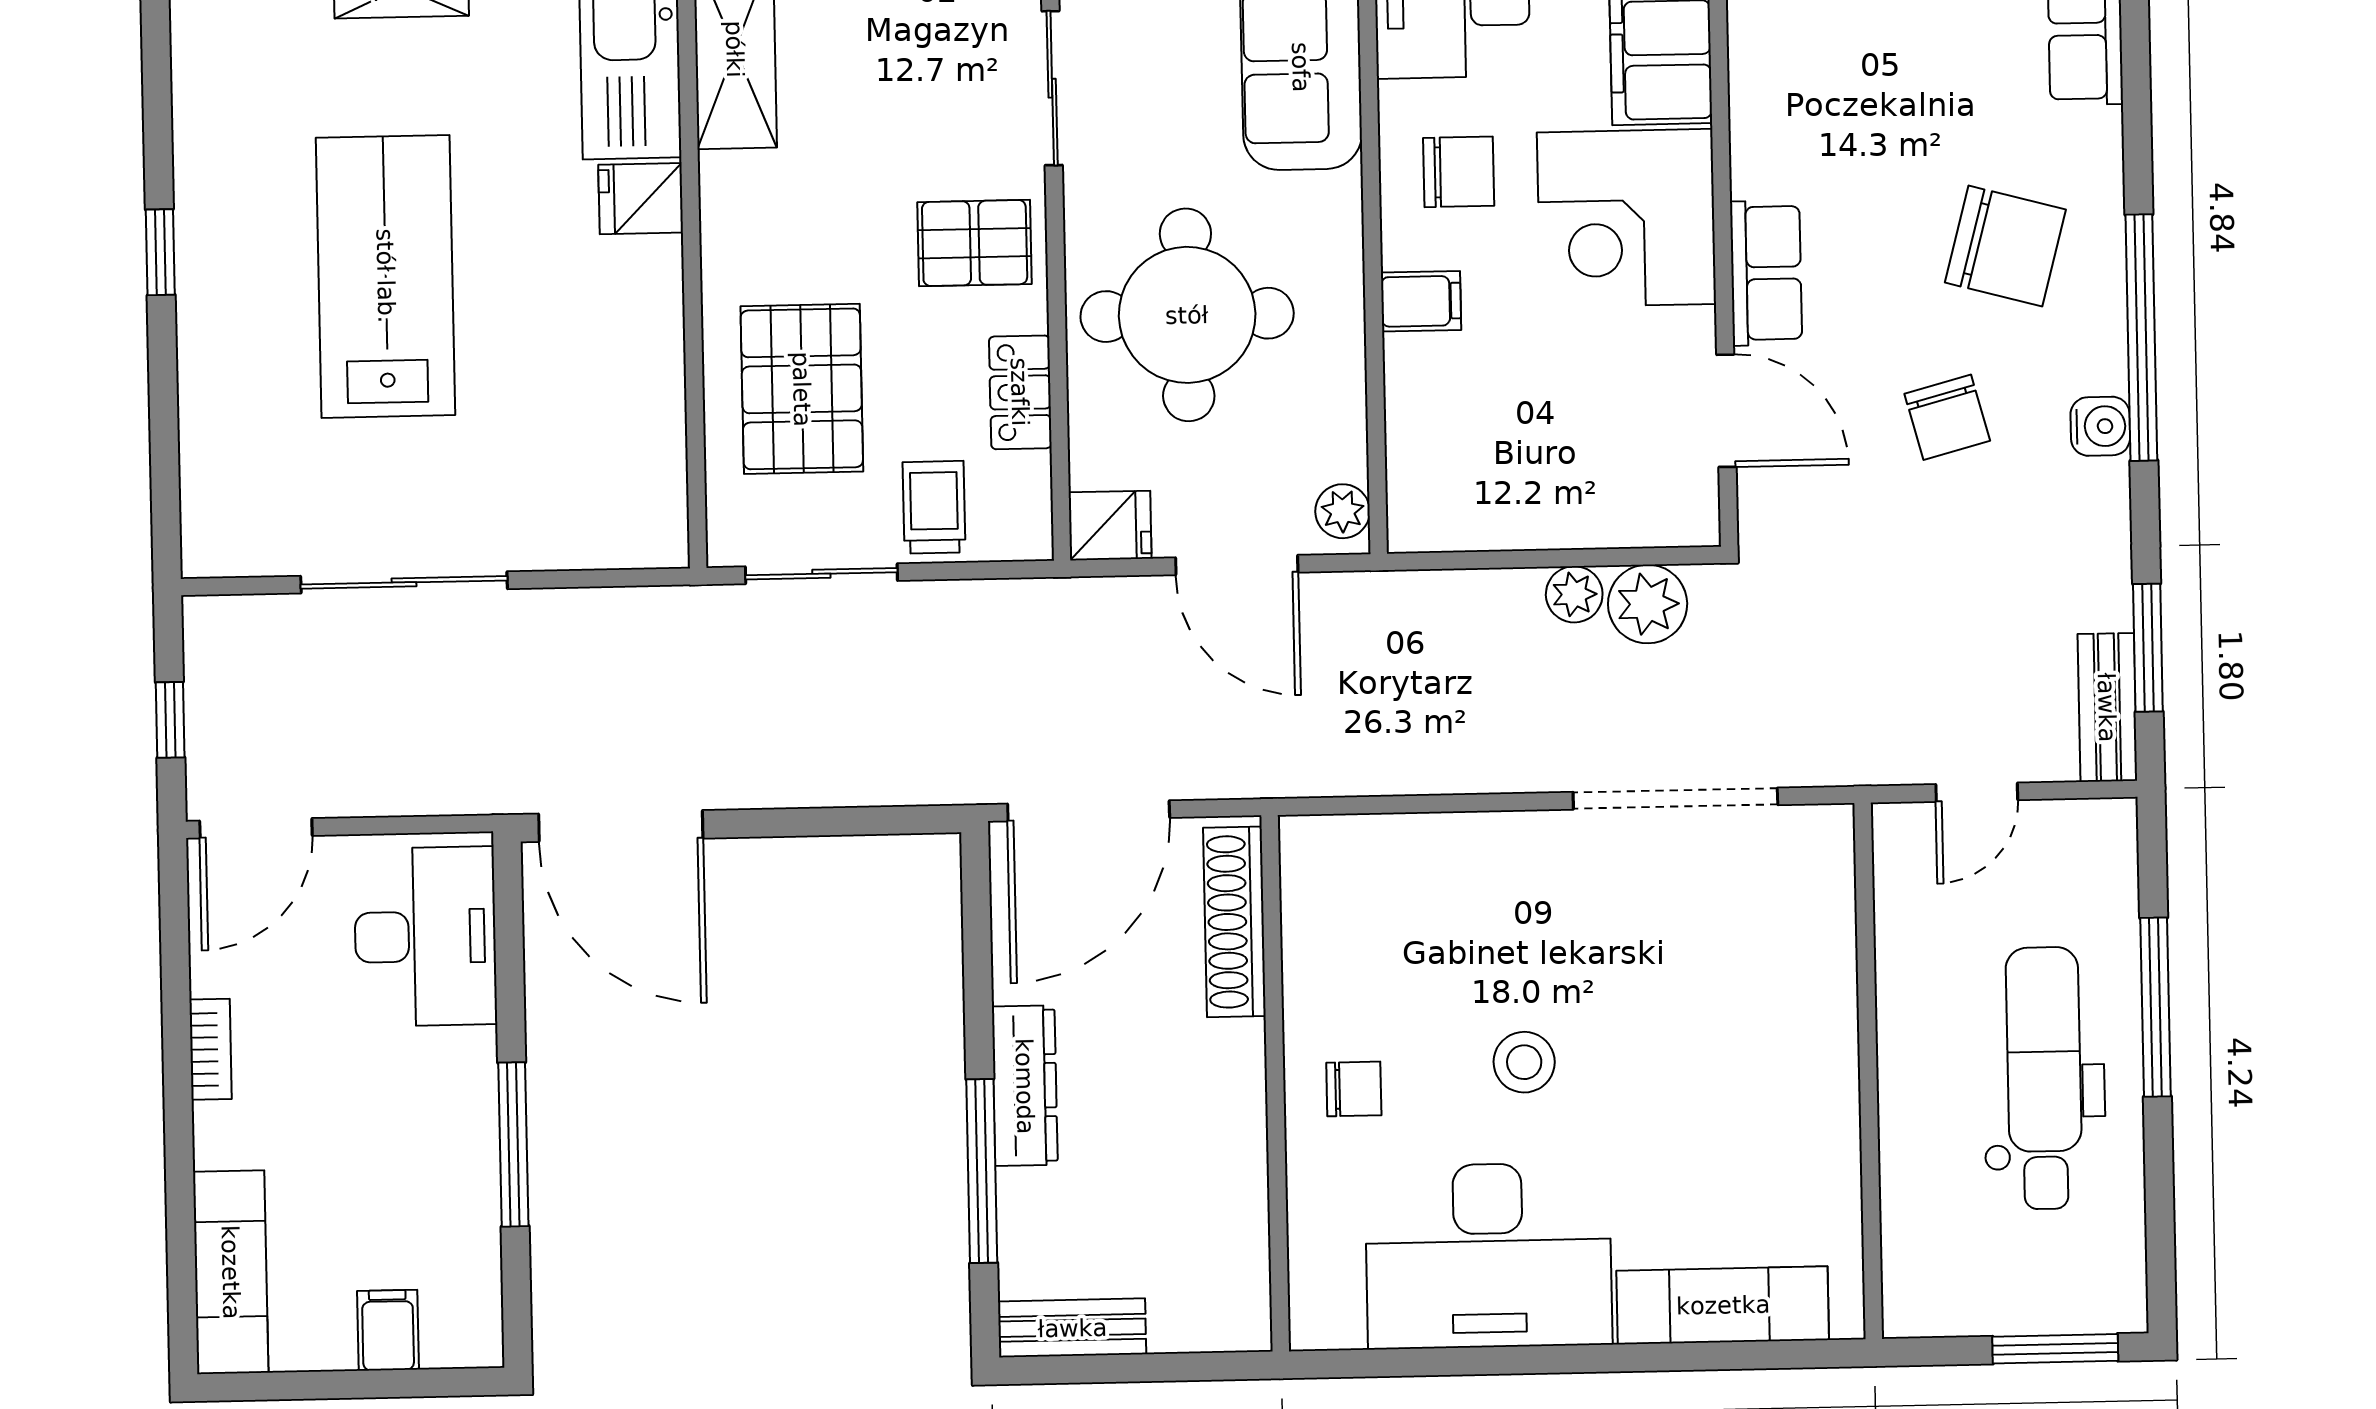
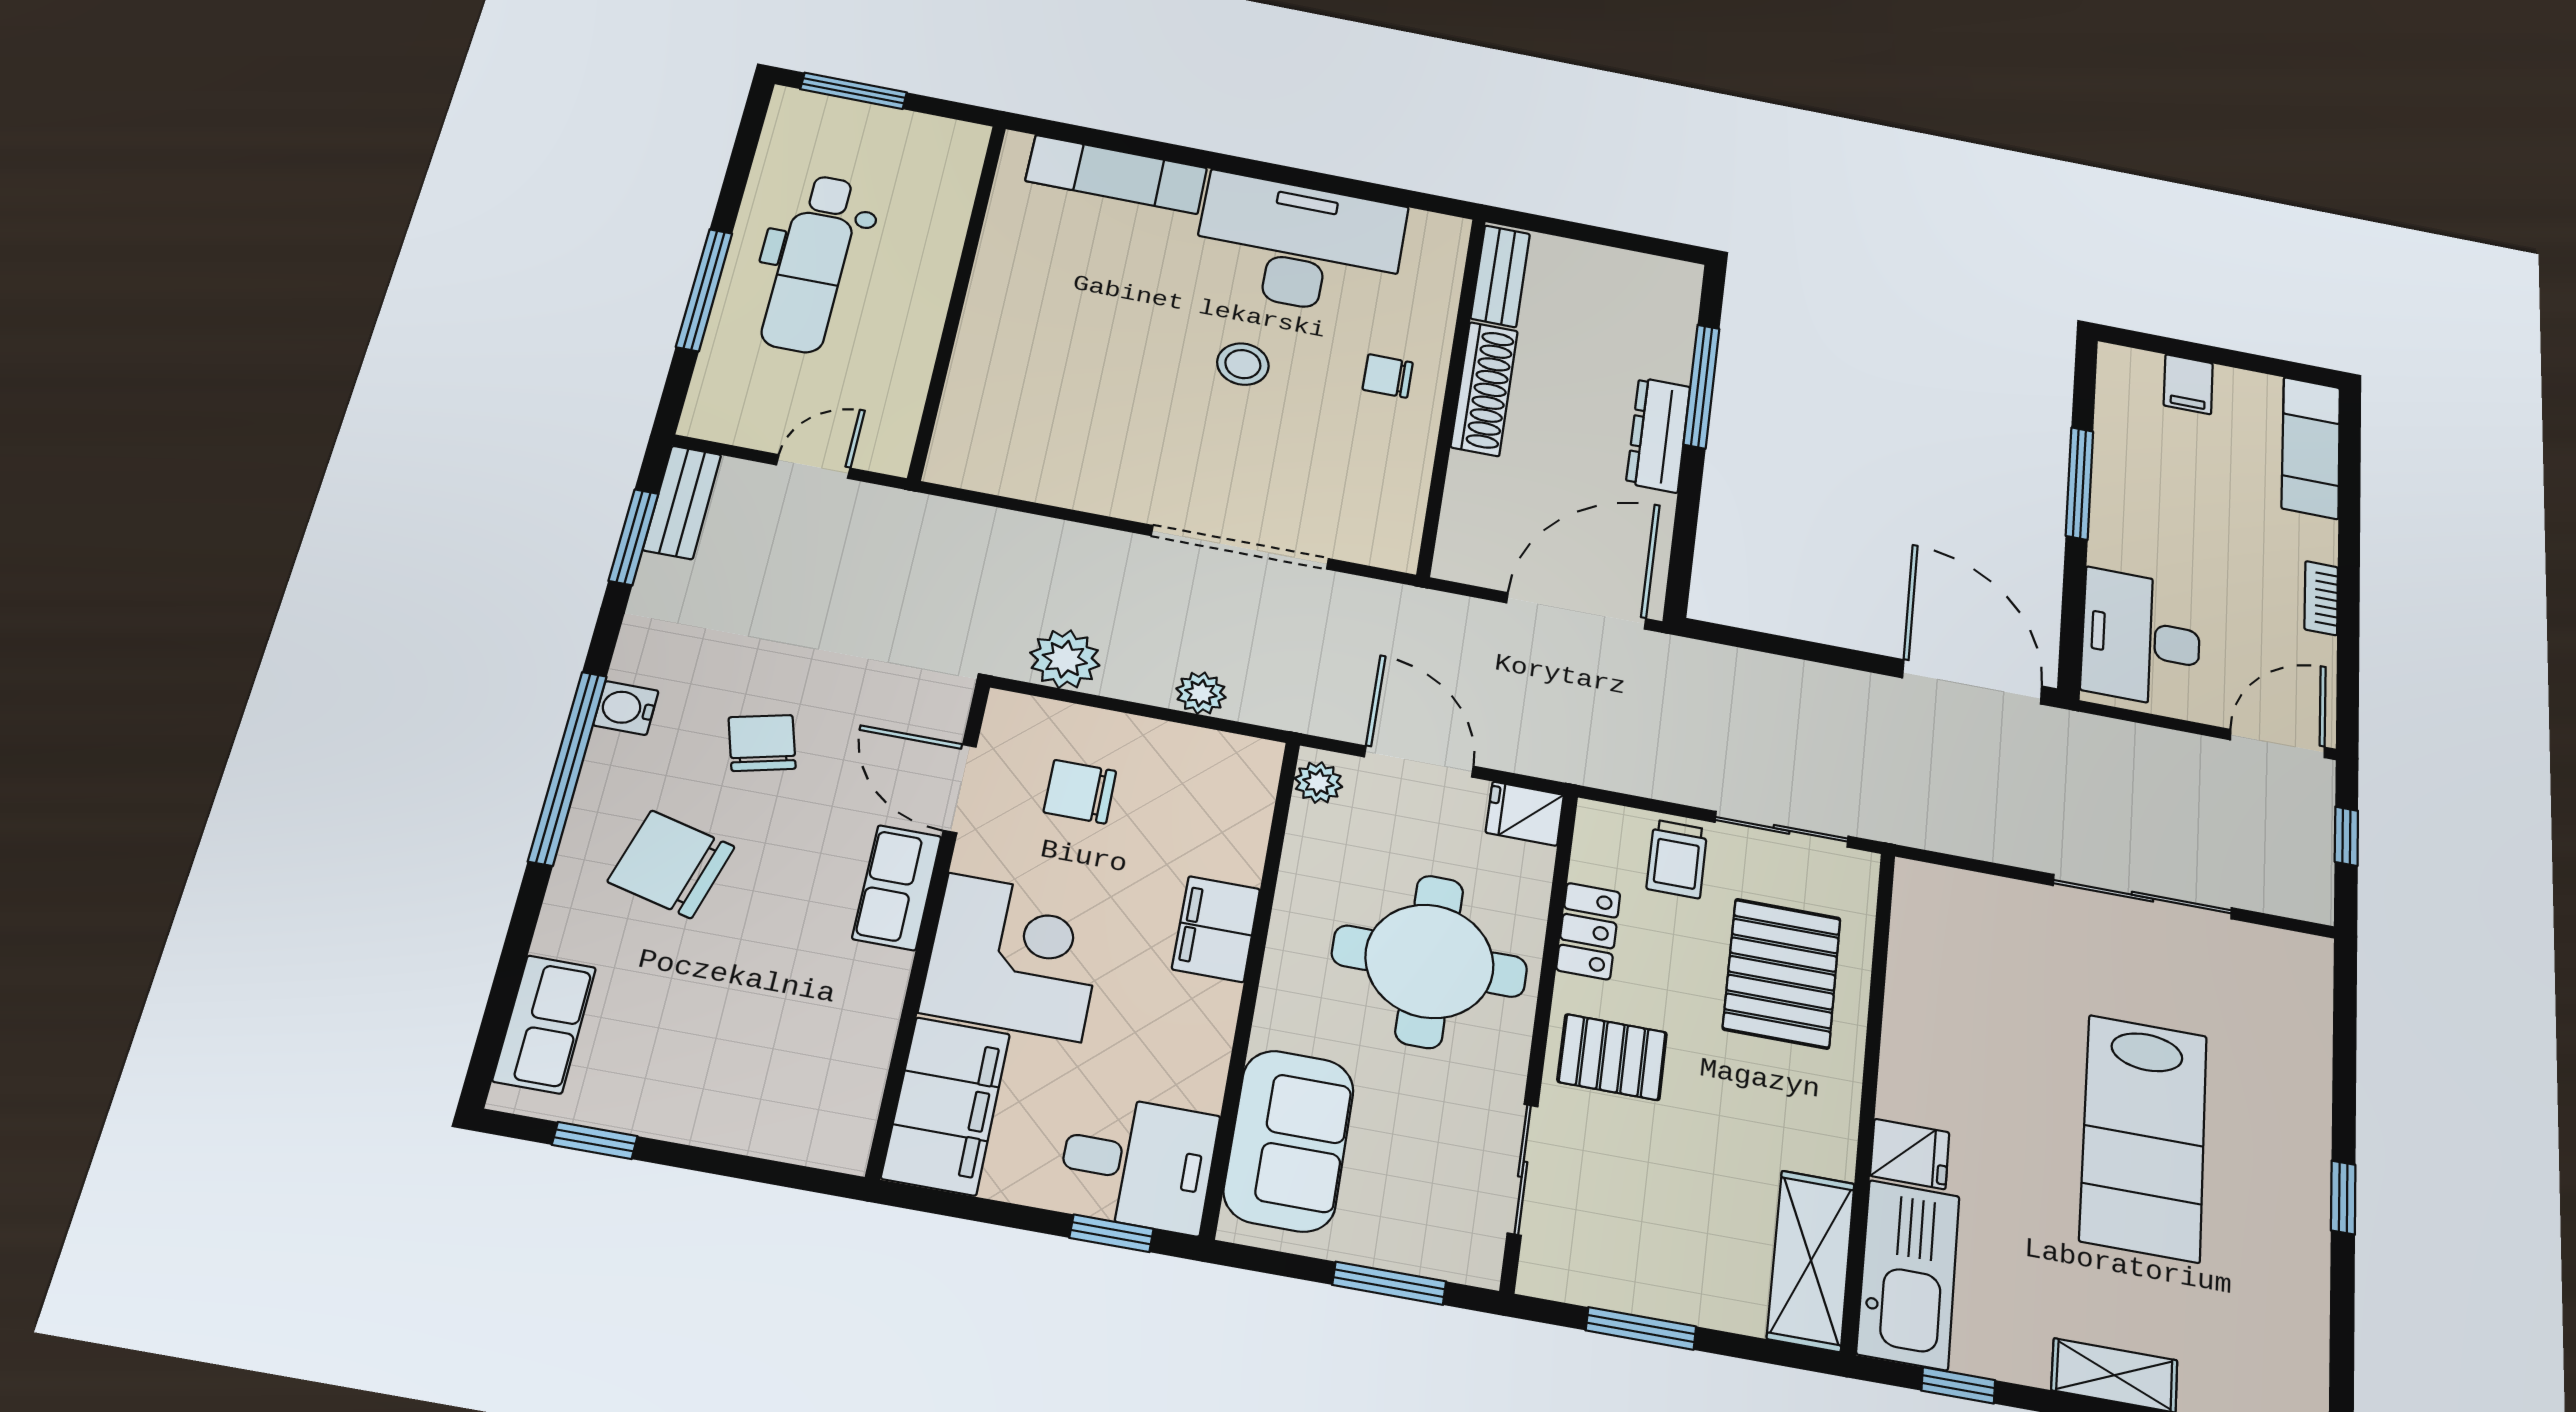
chair: (1459, 172) -> (1080, 792), moved
filing cabinet: (1421, 301) -> (1216, 929), width x2.00
plant: (1574, 594) -> (1201, 693), moved
doorway: (1675, 799) -> (1240, 547), moved
shoe rack: (1234, 922) -> (1484, 389), moved
bench: (1072, 1328) -> (1500, 276), moved, turned 90

